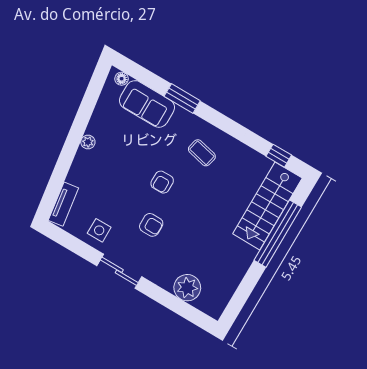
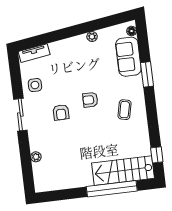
plant: (88, 142) -> (92, 37), moved
plant: (187, 288) -> (36, 157), width x0.53, depth x0.53

